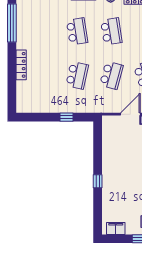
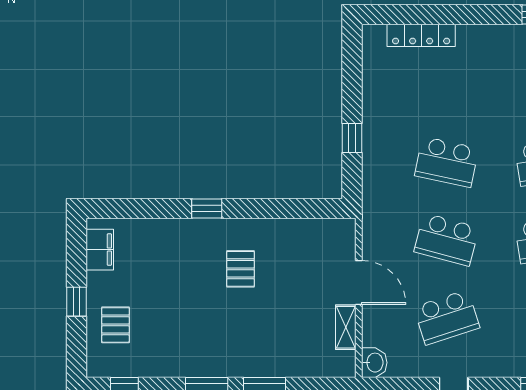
locker: (21, 65) -> (421, 35), moved
pallet: (124, 166) -> (240, 269), added

